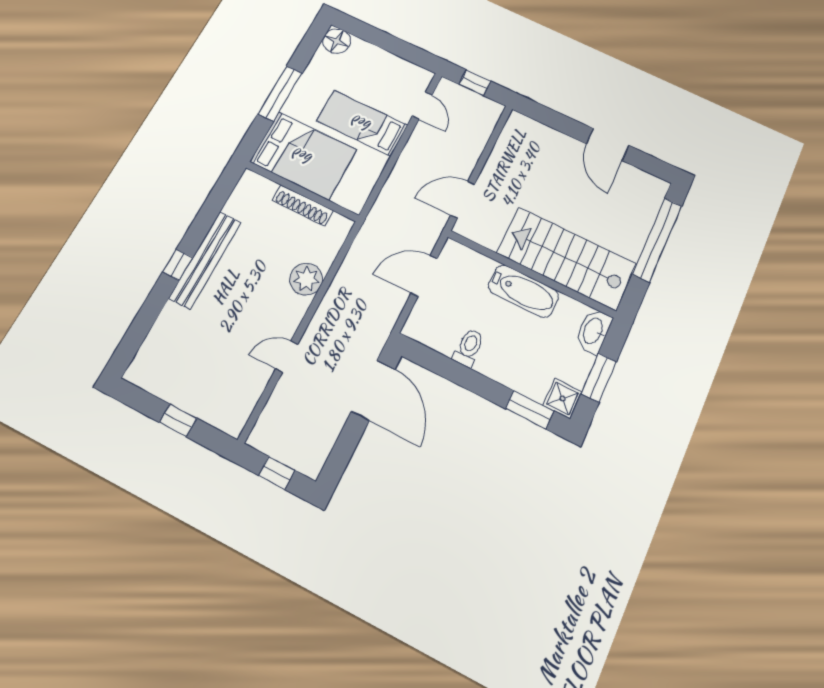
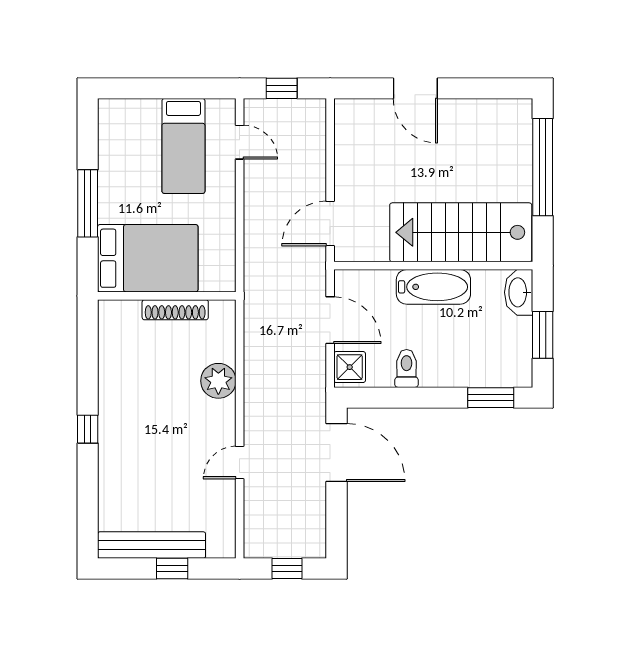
floor lamp: (337, 41) -> (114, 115), removed
bed: (362, 123) -> (183, 146), moved, turned -90
door: (608, 145) -> (415, 88), moved
bench: (205, 260) -> (152, 545), moved, turned 90
door: (424, 276) -> (330, 320), swing flipped
shower: (563, 399) -> (350, 367), moved

